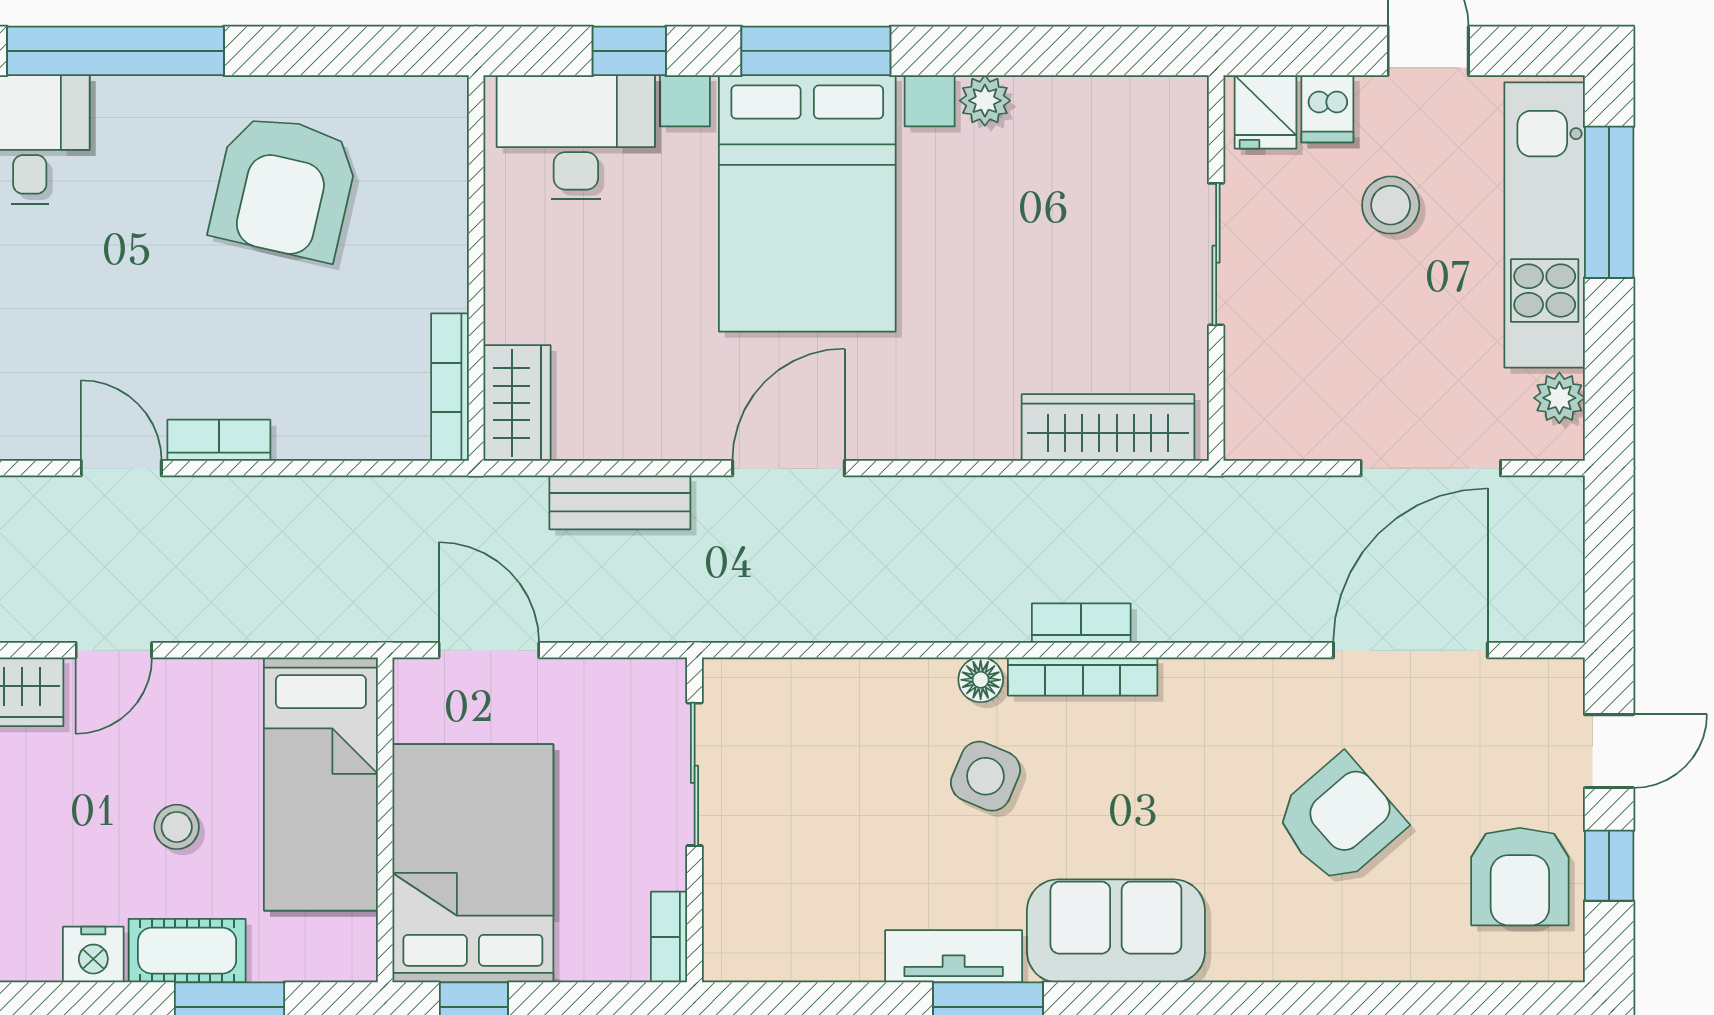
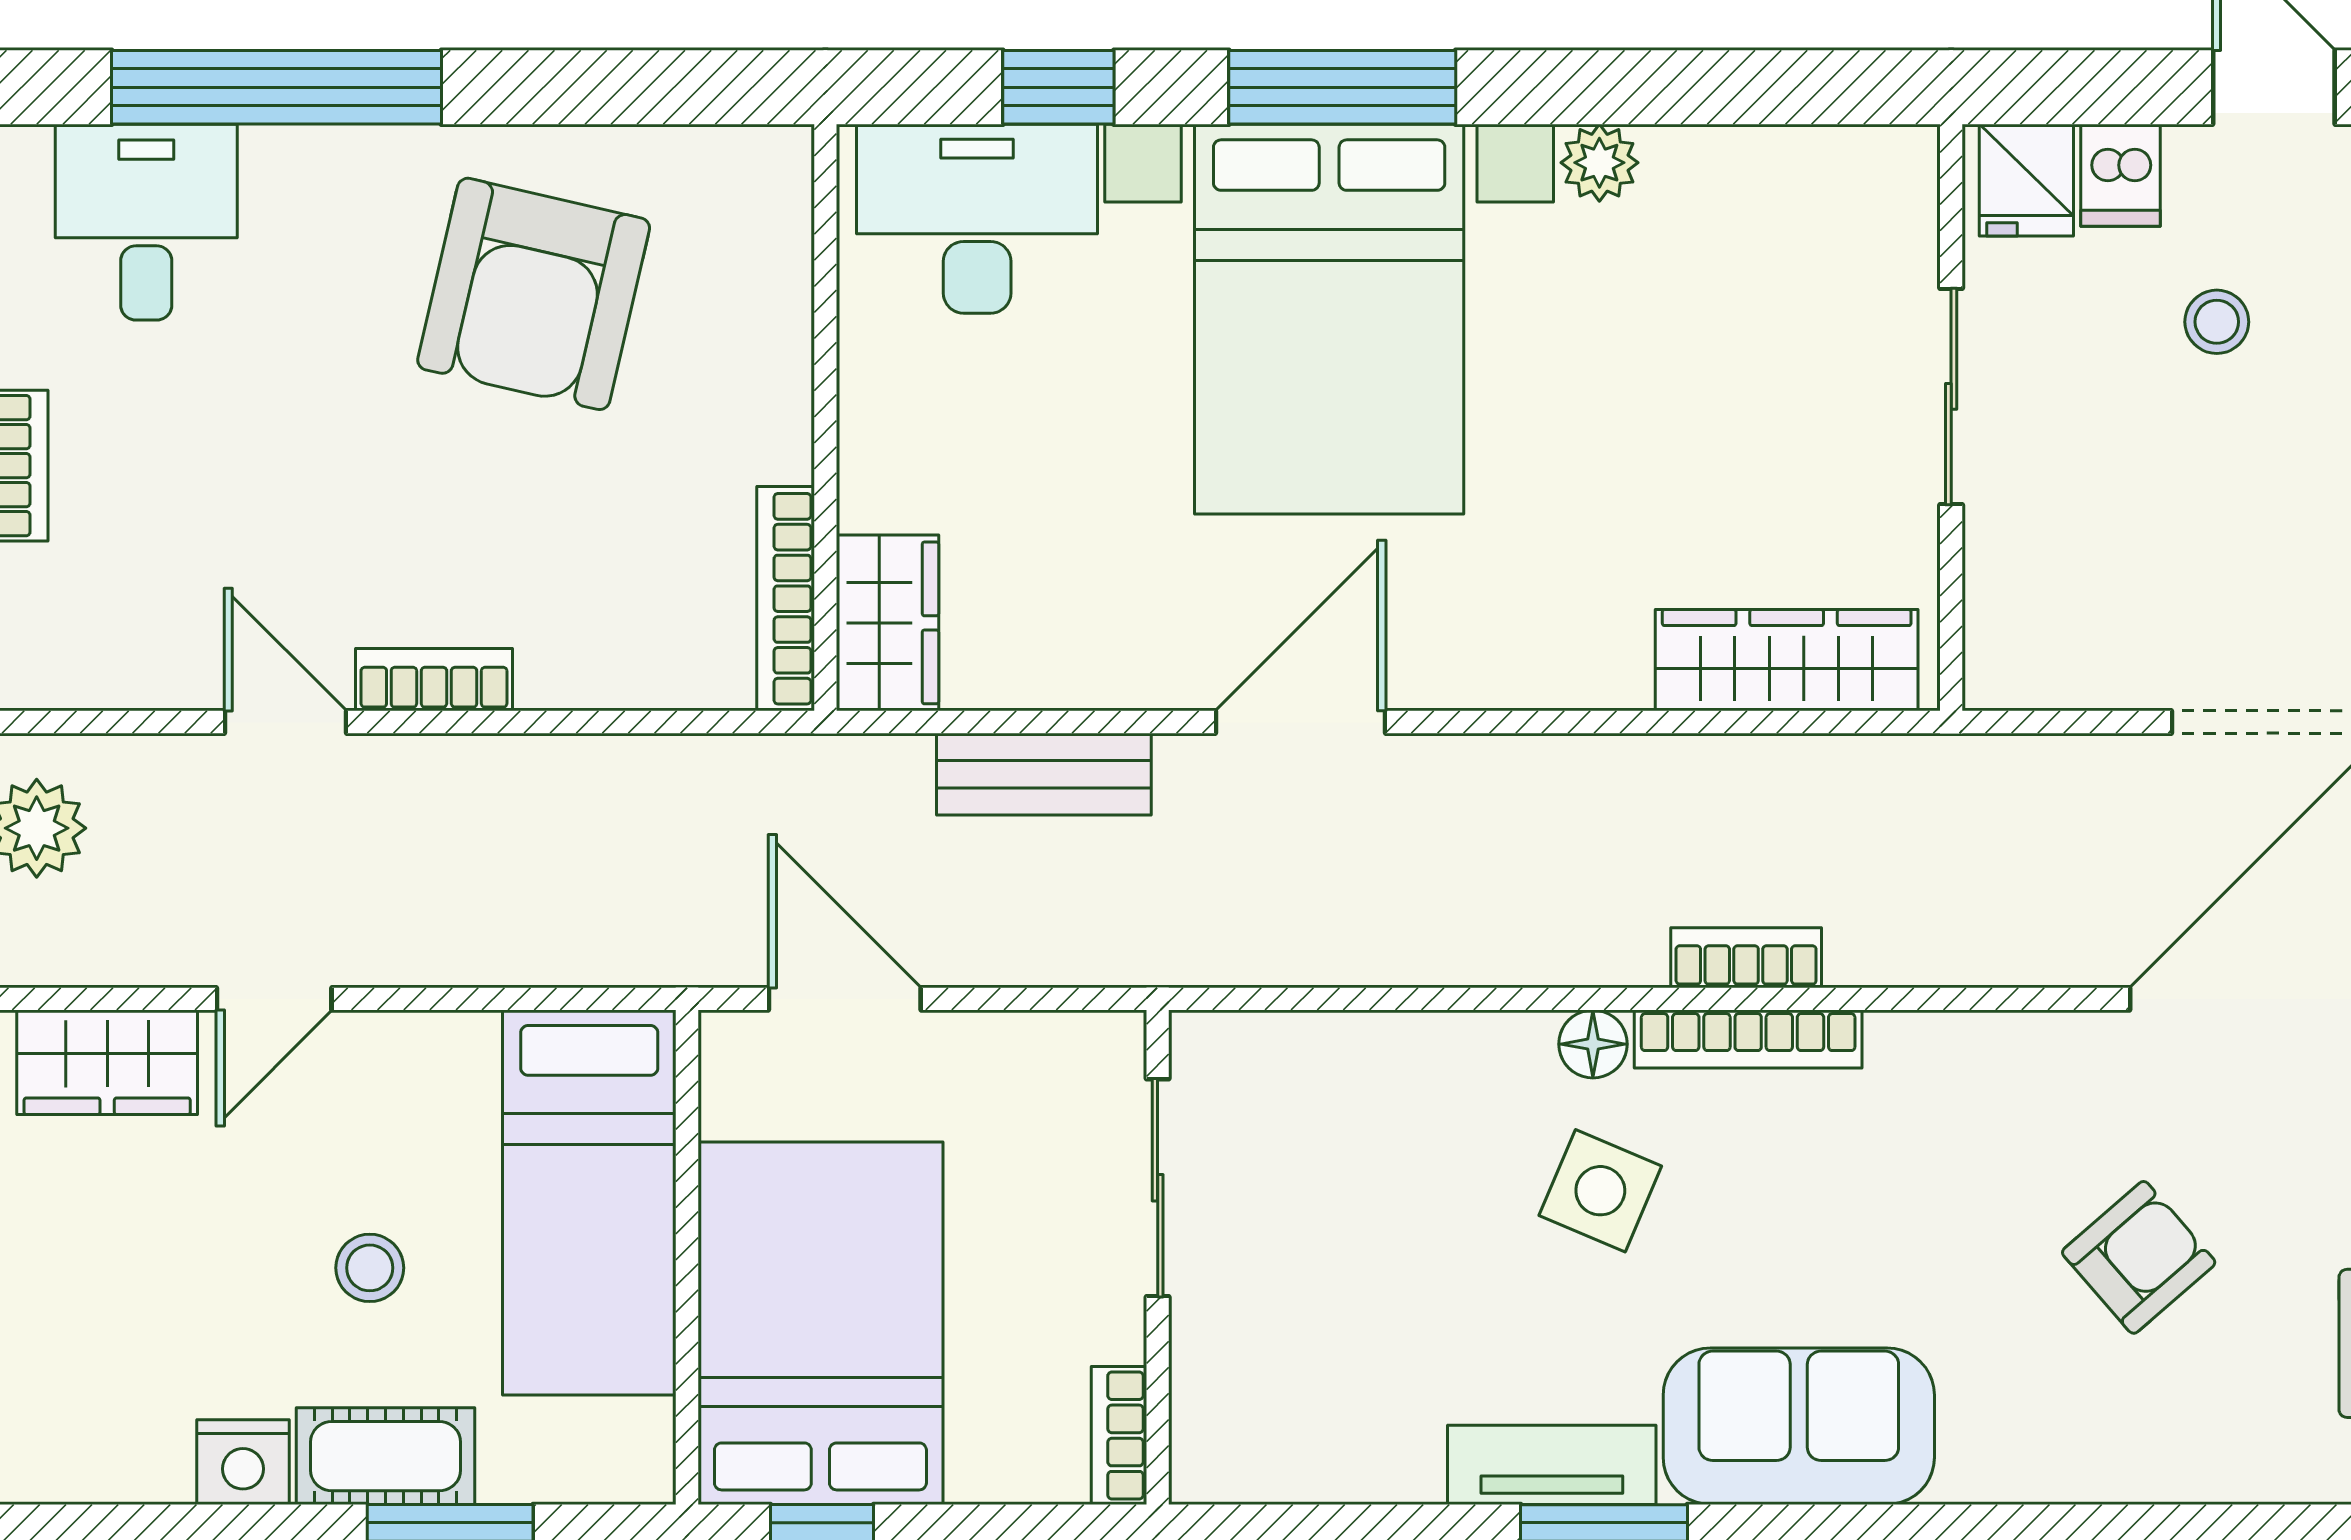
stool: (1391, 205) -> (2217, 322), width x0.73, depth x0.73
armchair: (1339, 820) -> (2139, 1257), width x0.72, depth x0.72

